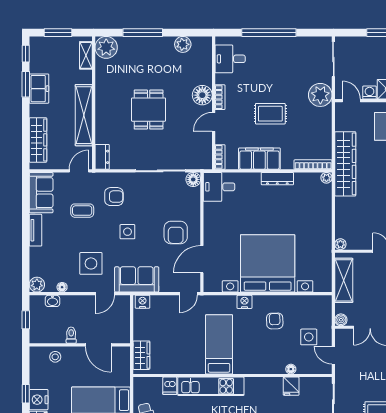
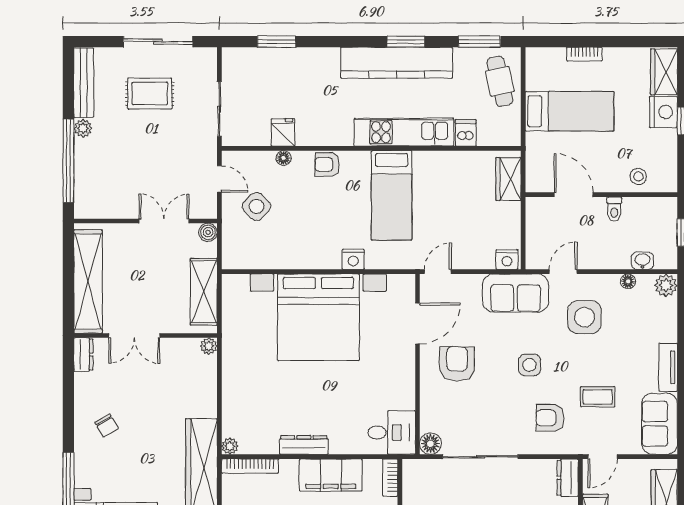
armchair: (275, 321) -> (327, 164), moved, turned 92
side table: (309, 337) -> (257, 206), turned 45

